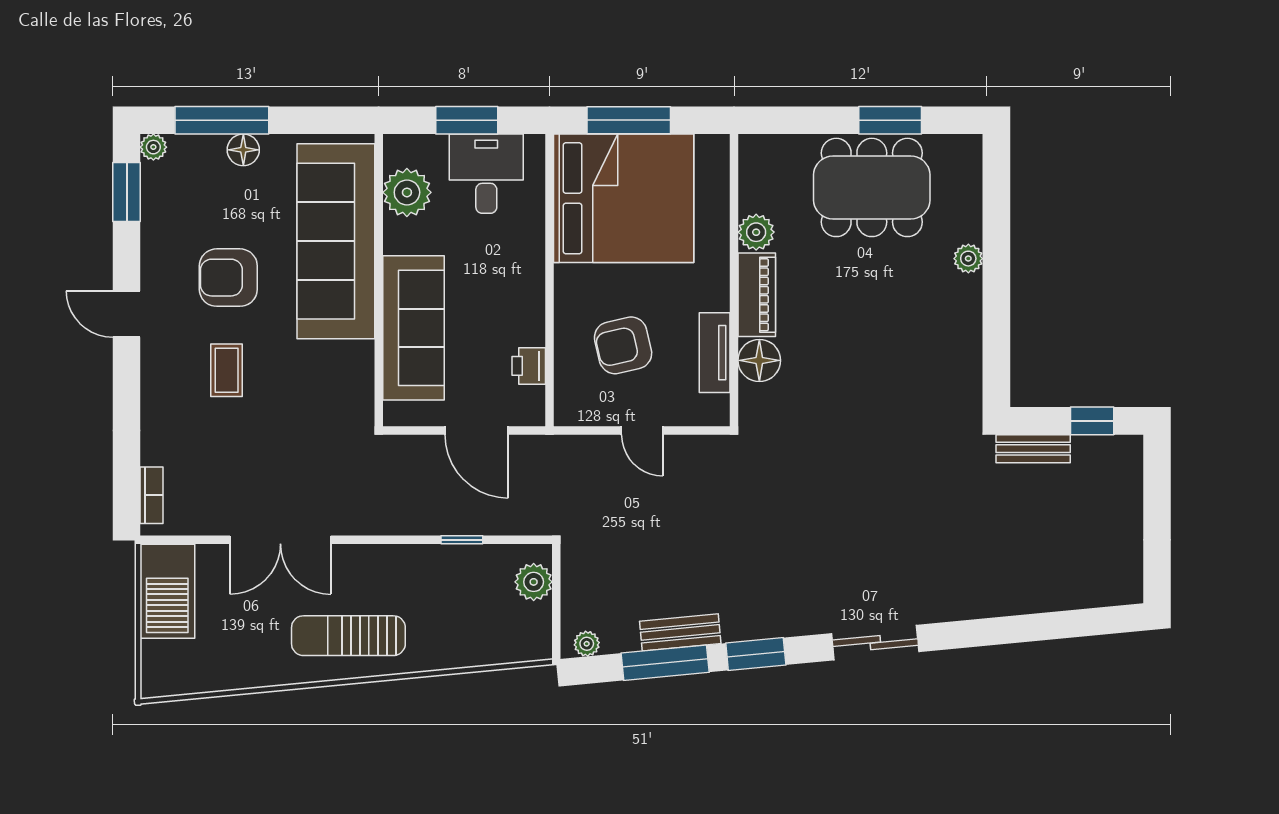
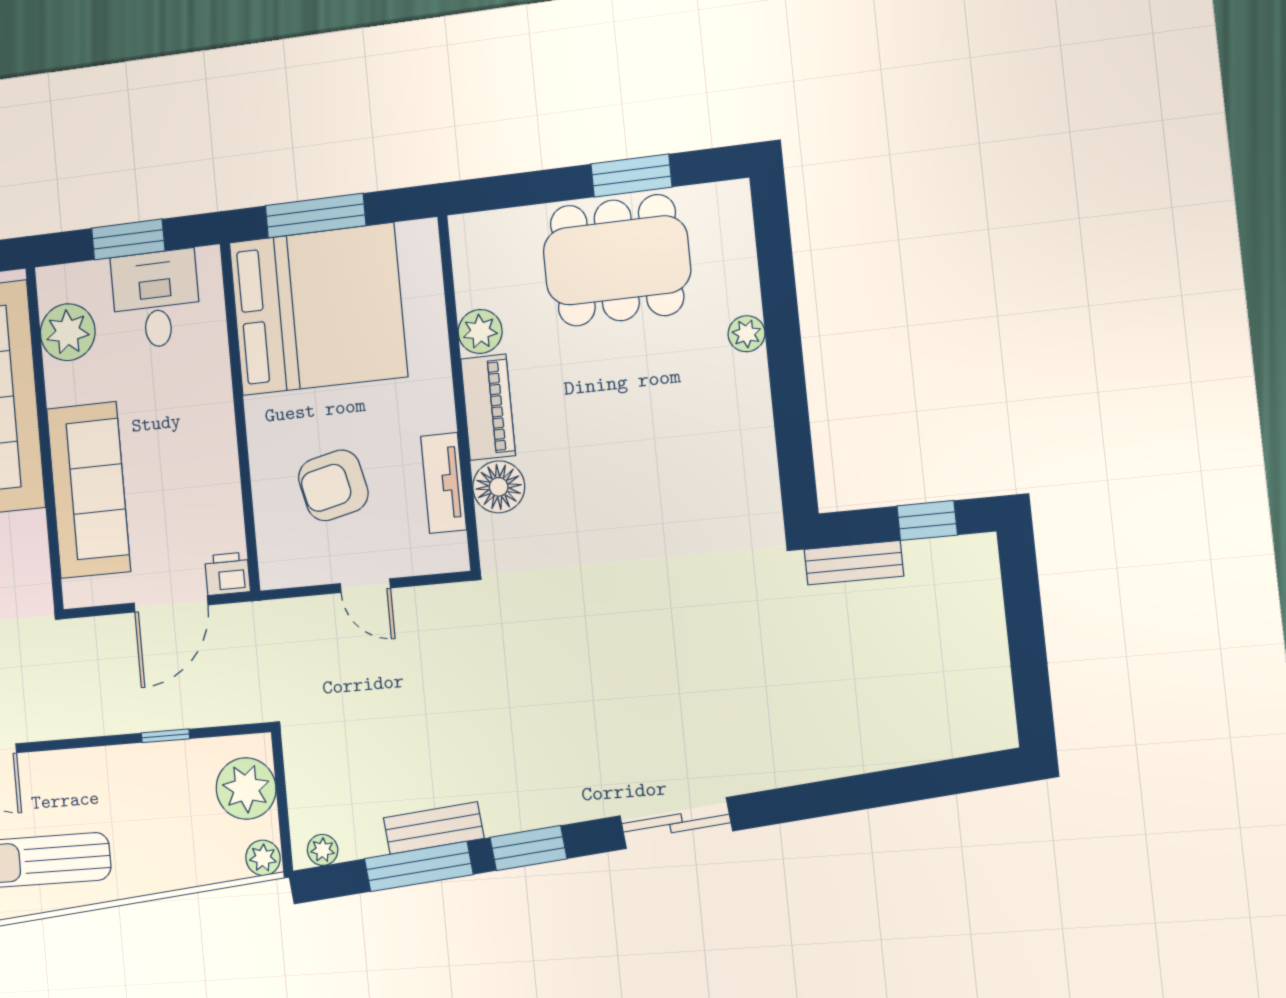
printer: (529, 366) -> (227, 574), moved, turned 90
door: (477, 430) -> (171, 604), hinge flipped
plant: (534, 582) -> (246, 789), width x1.36, depth x1.36
plant: (536, 647) -> (263, 858), added

